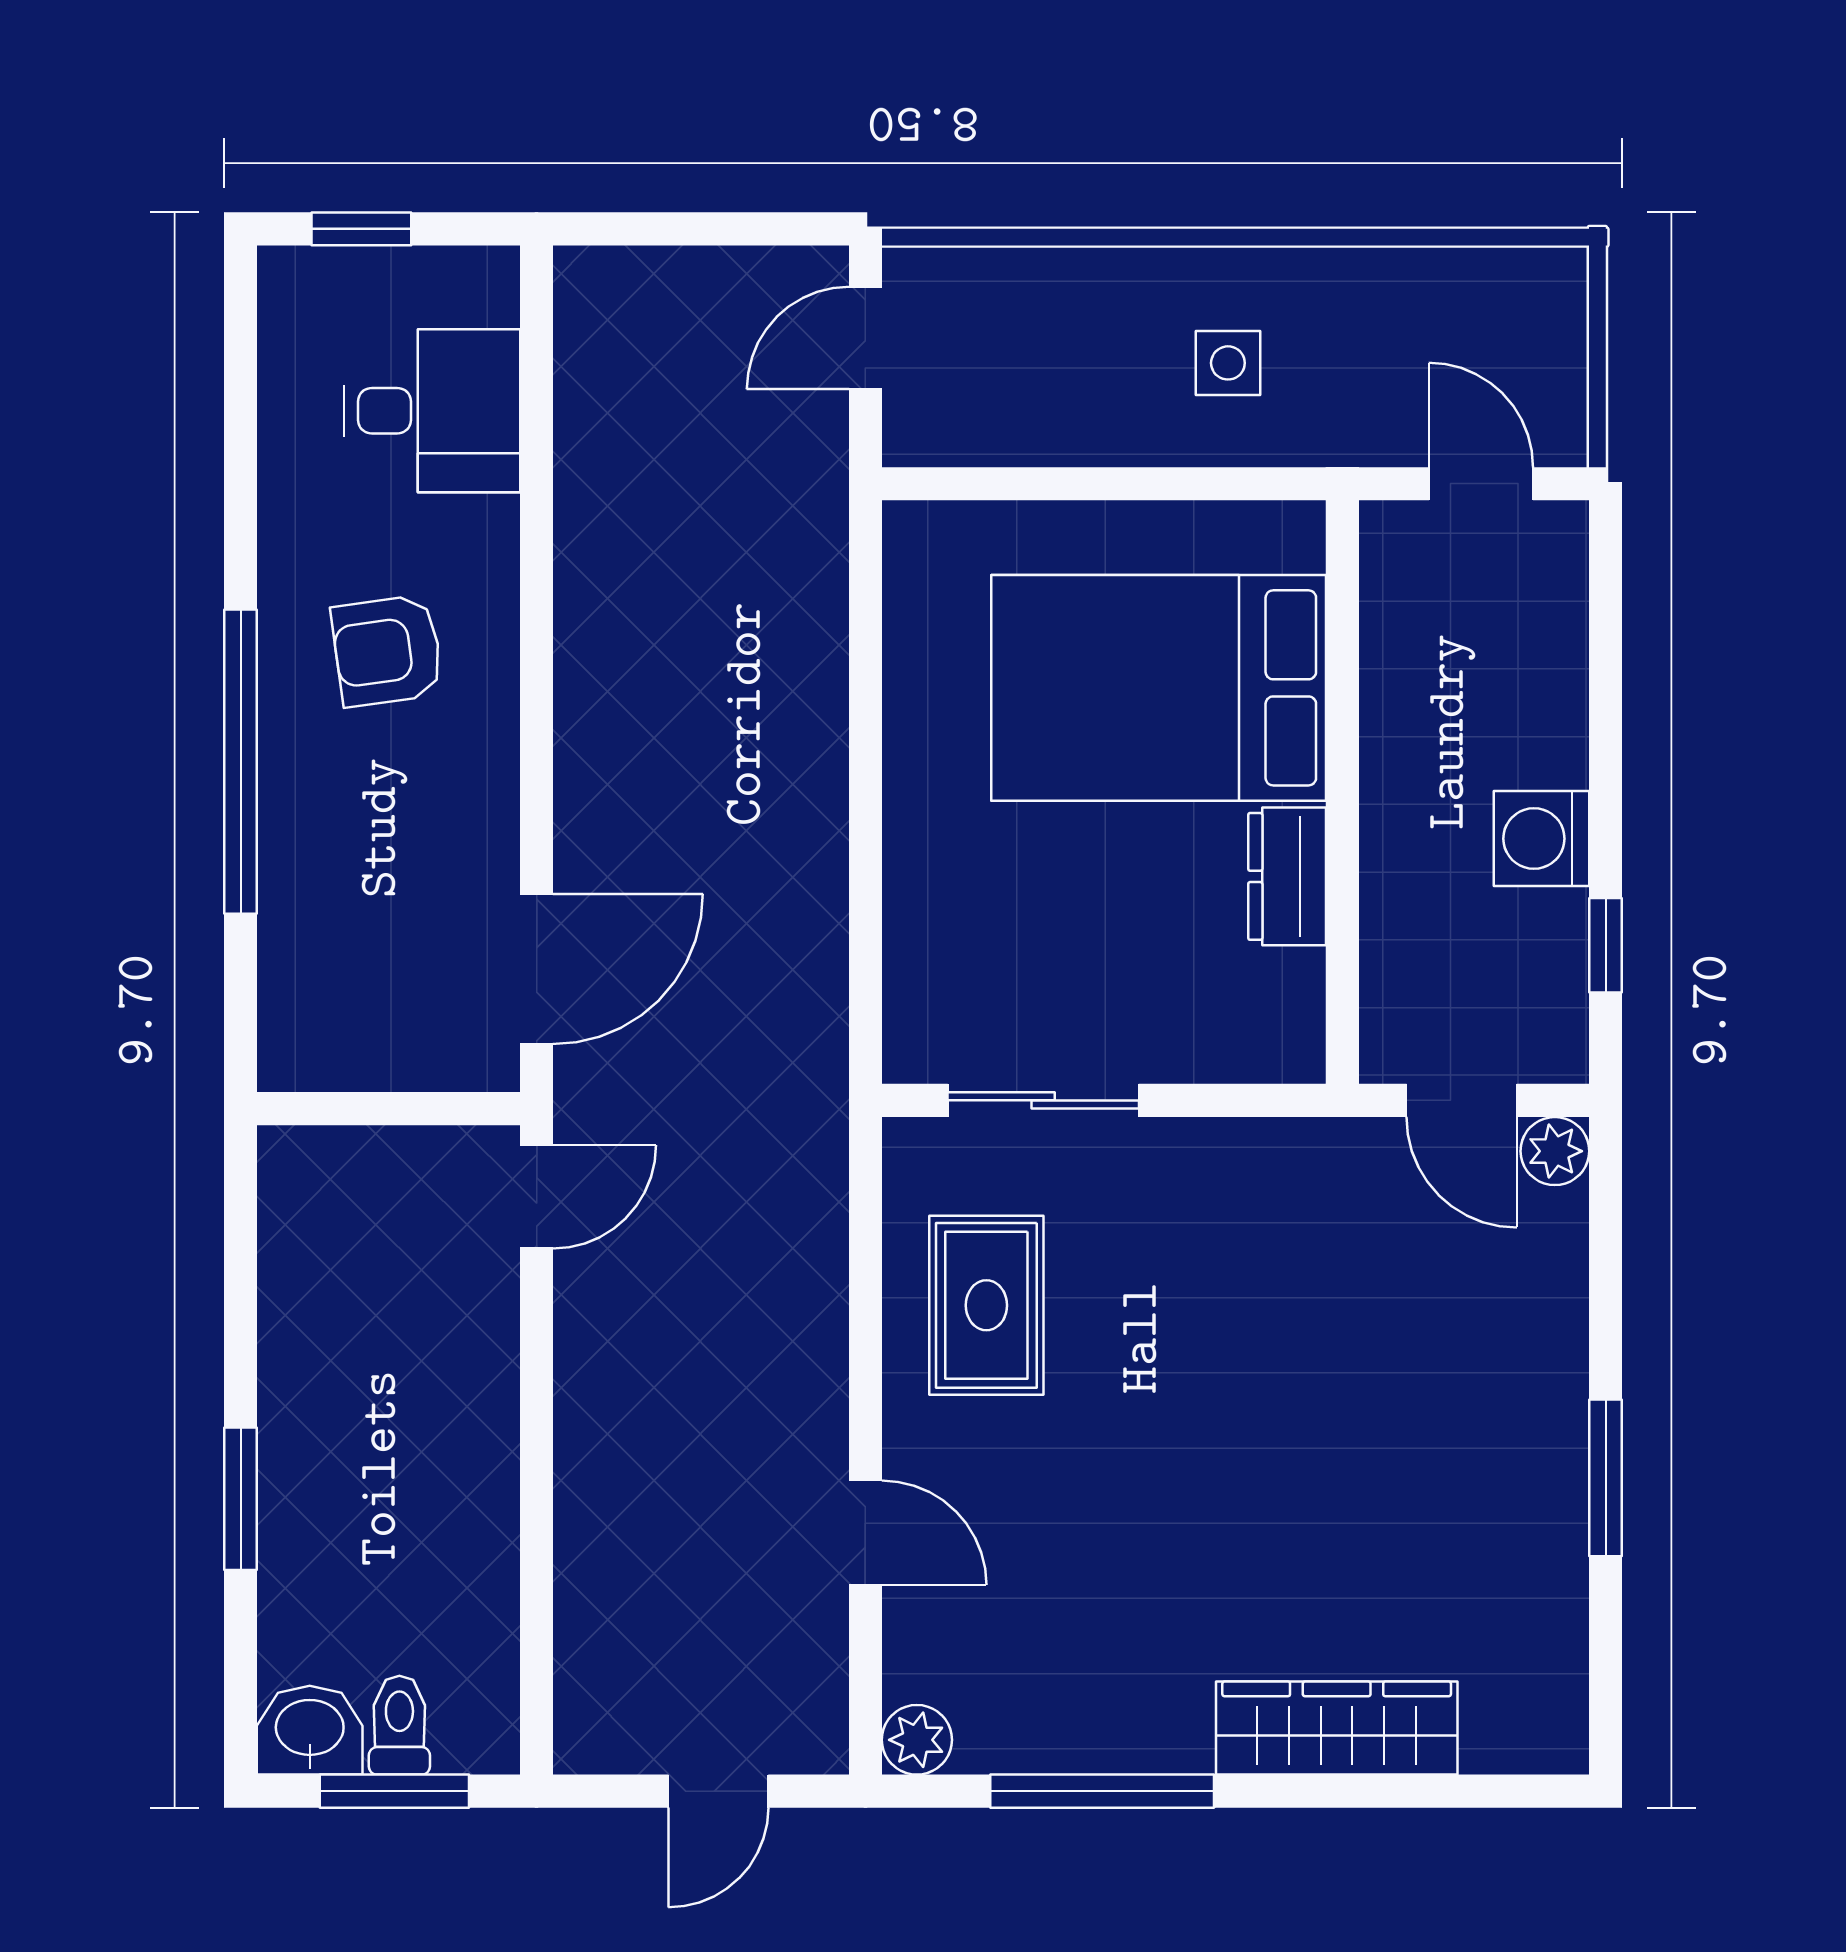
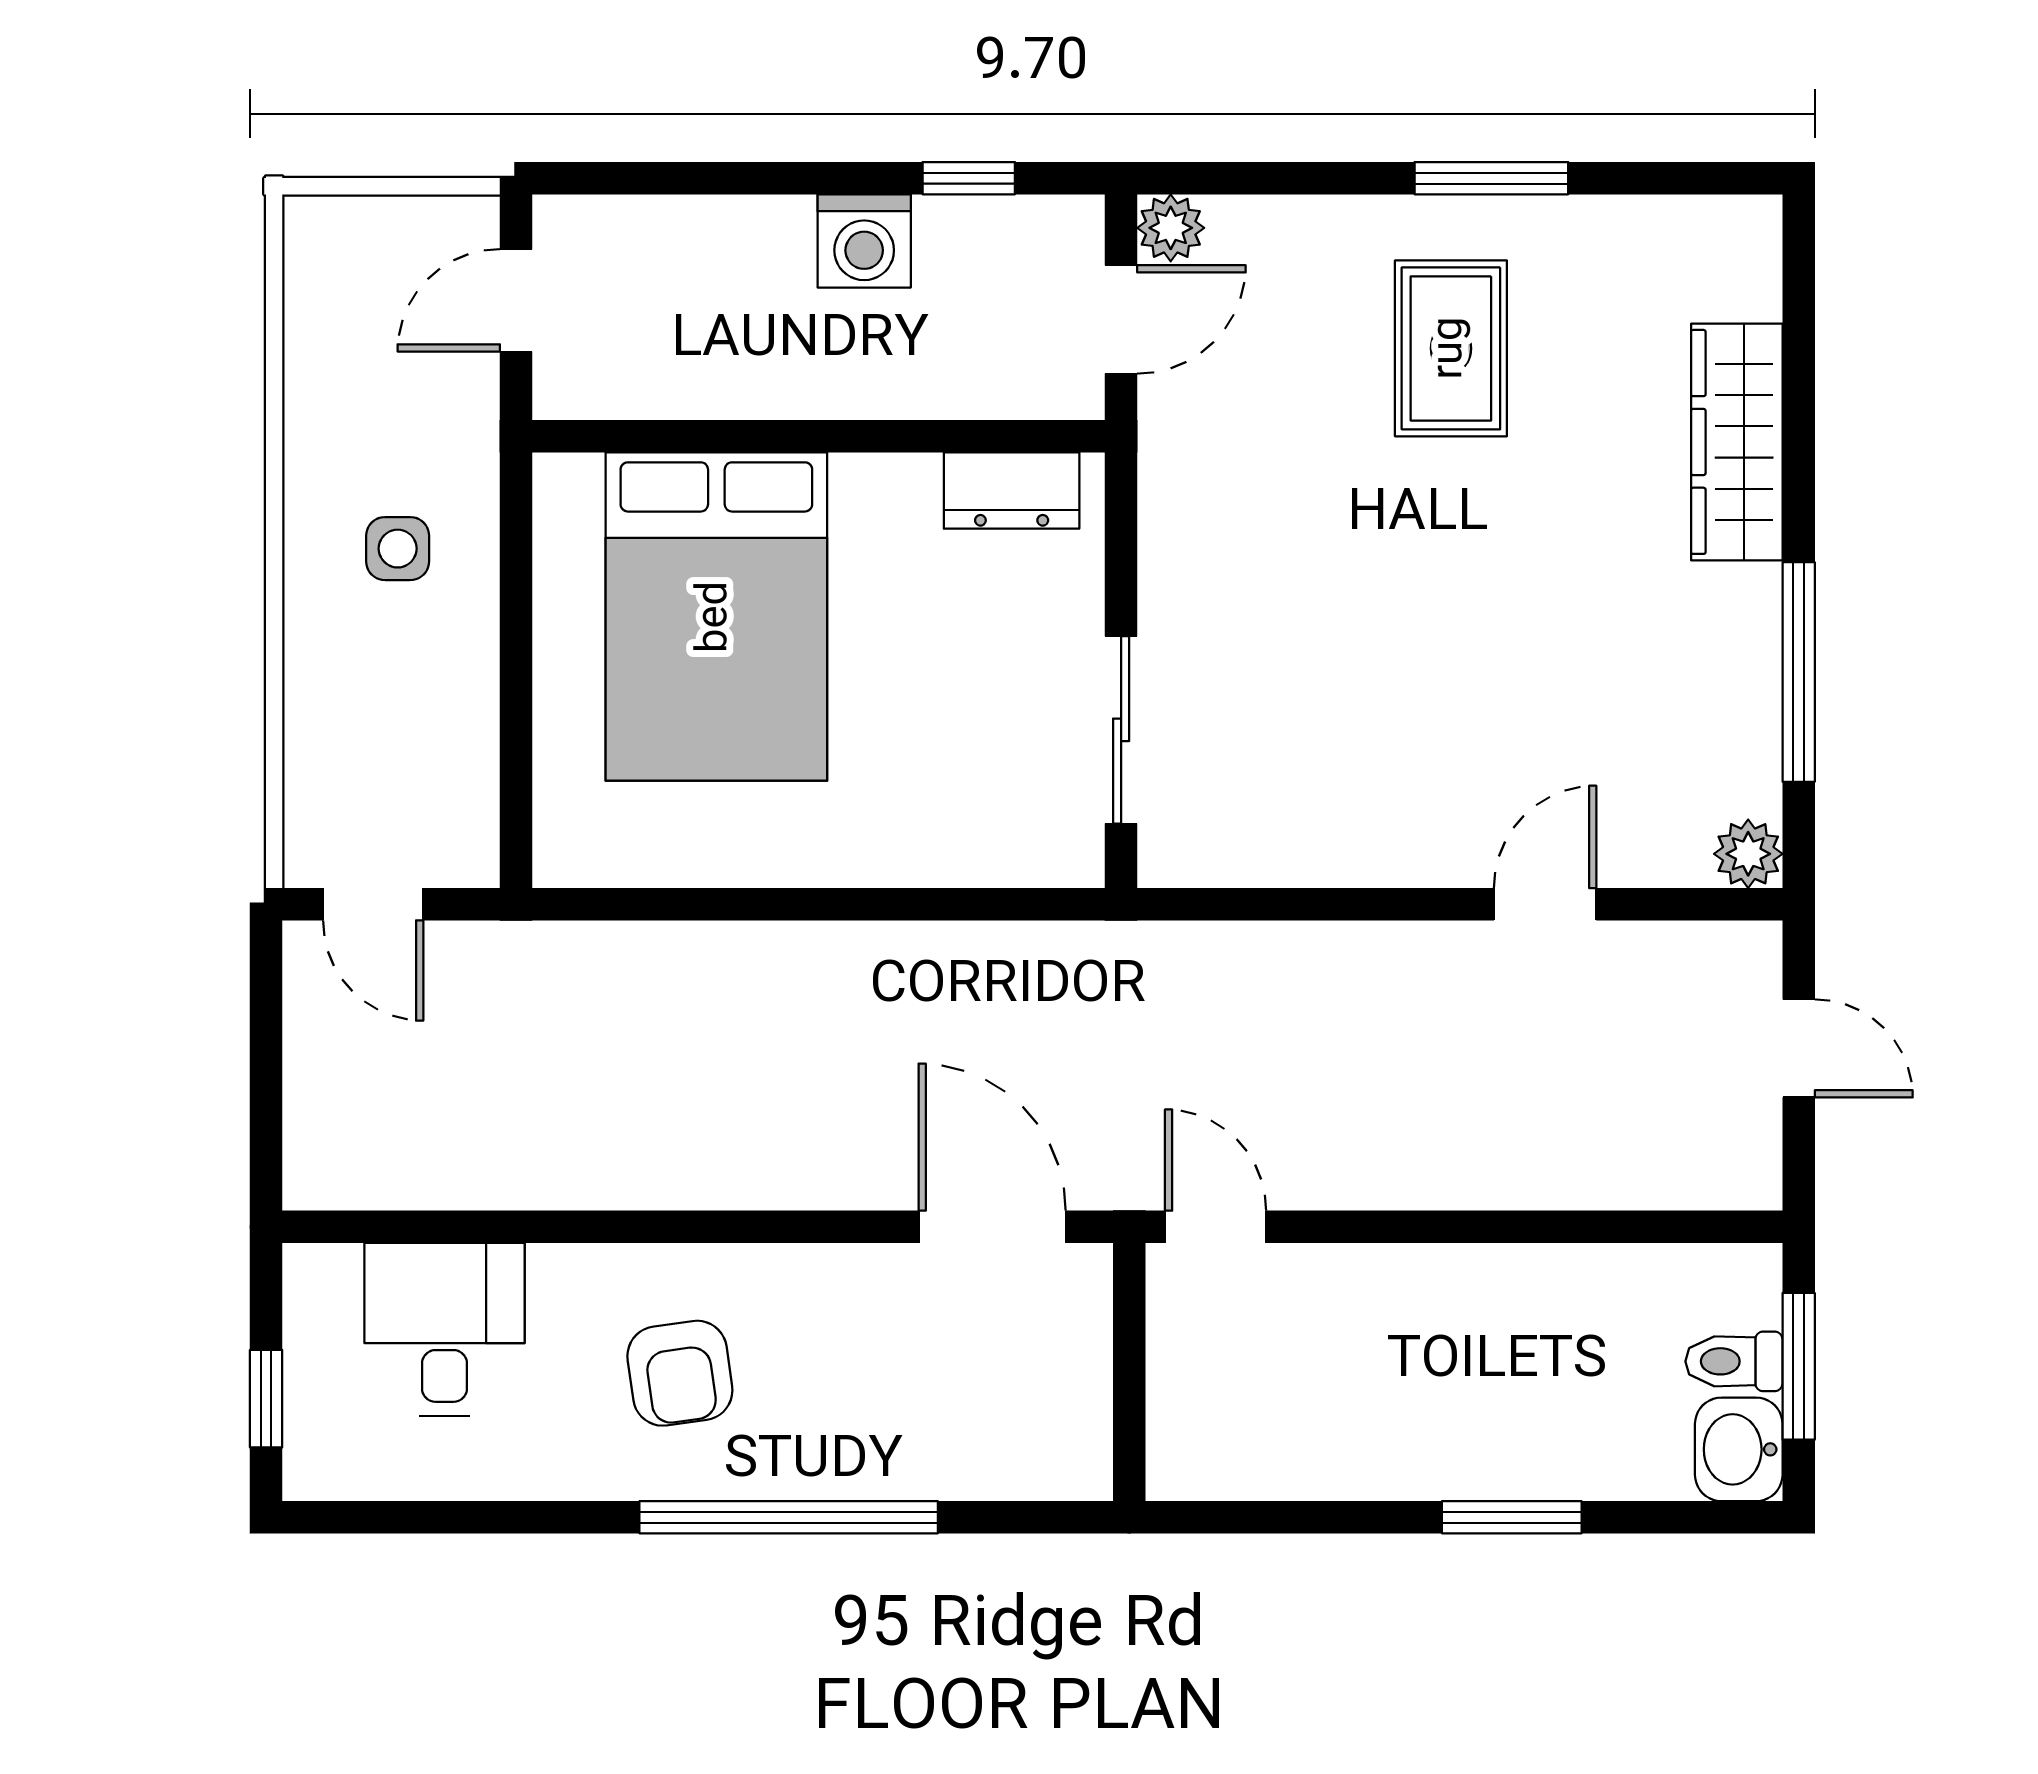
dresser: (1287, 876) -> (1012, 491), moved
rug: (986, 1305) -> (1451, 348), moved, turned 90

